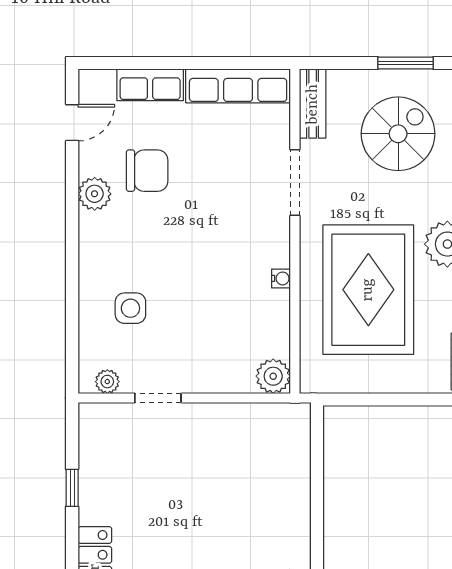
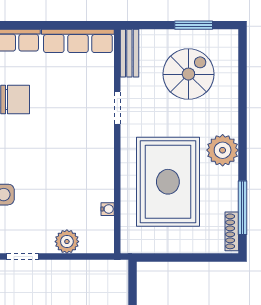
doorway: (295, 183) -> (117, 108), width x0.73
water cooler: (281, 278) -> (108, 209), moved
plant: (273, 376) -> (67, 242), moved

